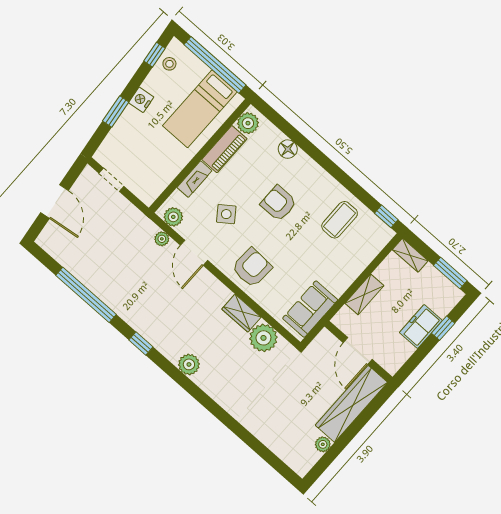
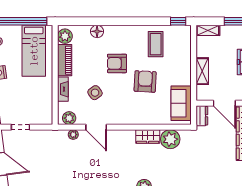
armchair: (252, 268) -> (145, 81), moved
dresser: (321, 343) -> (202, 116), added

